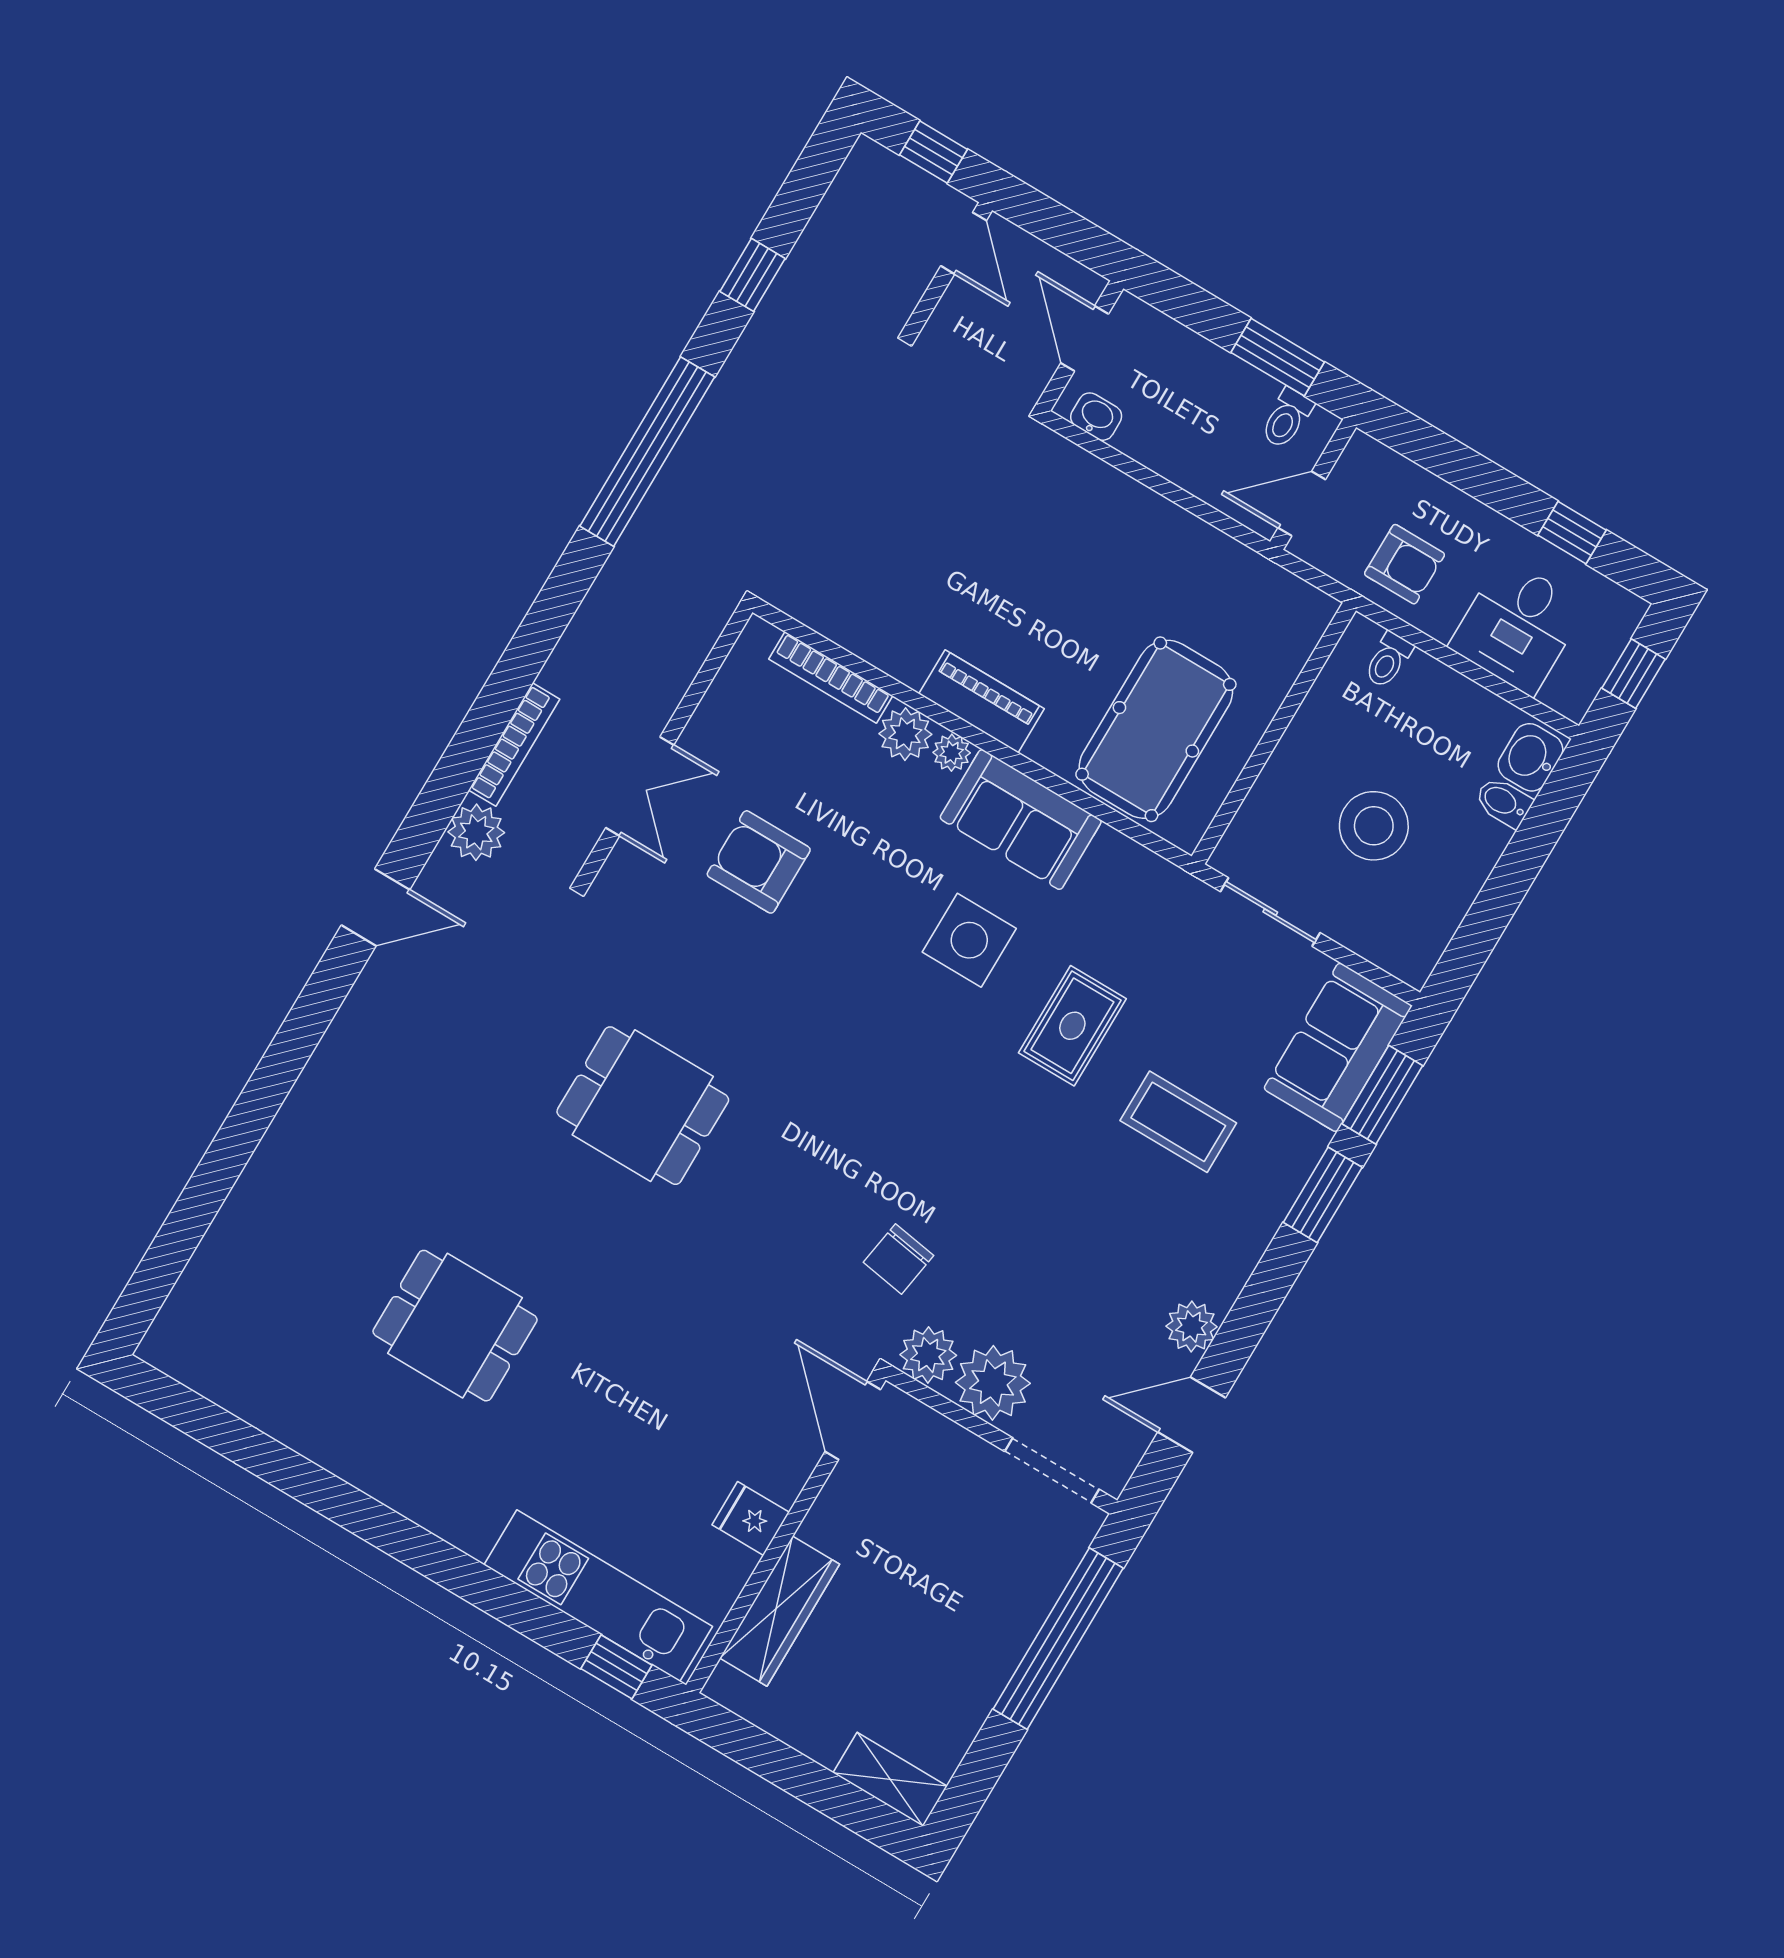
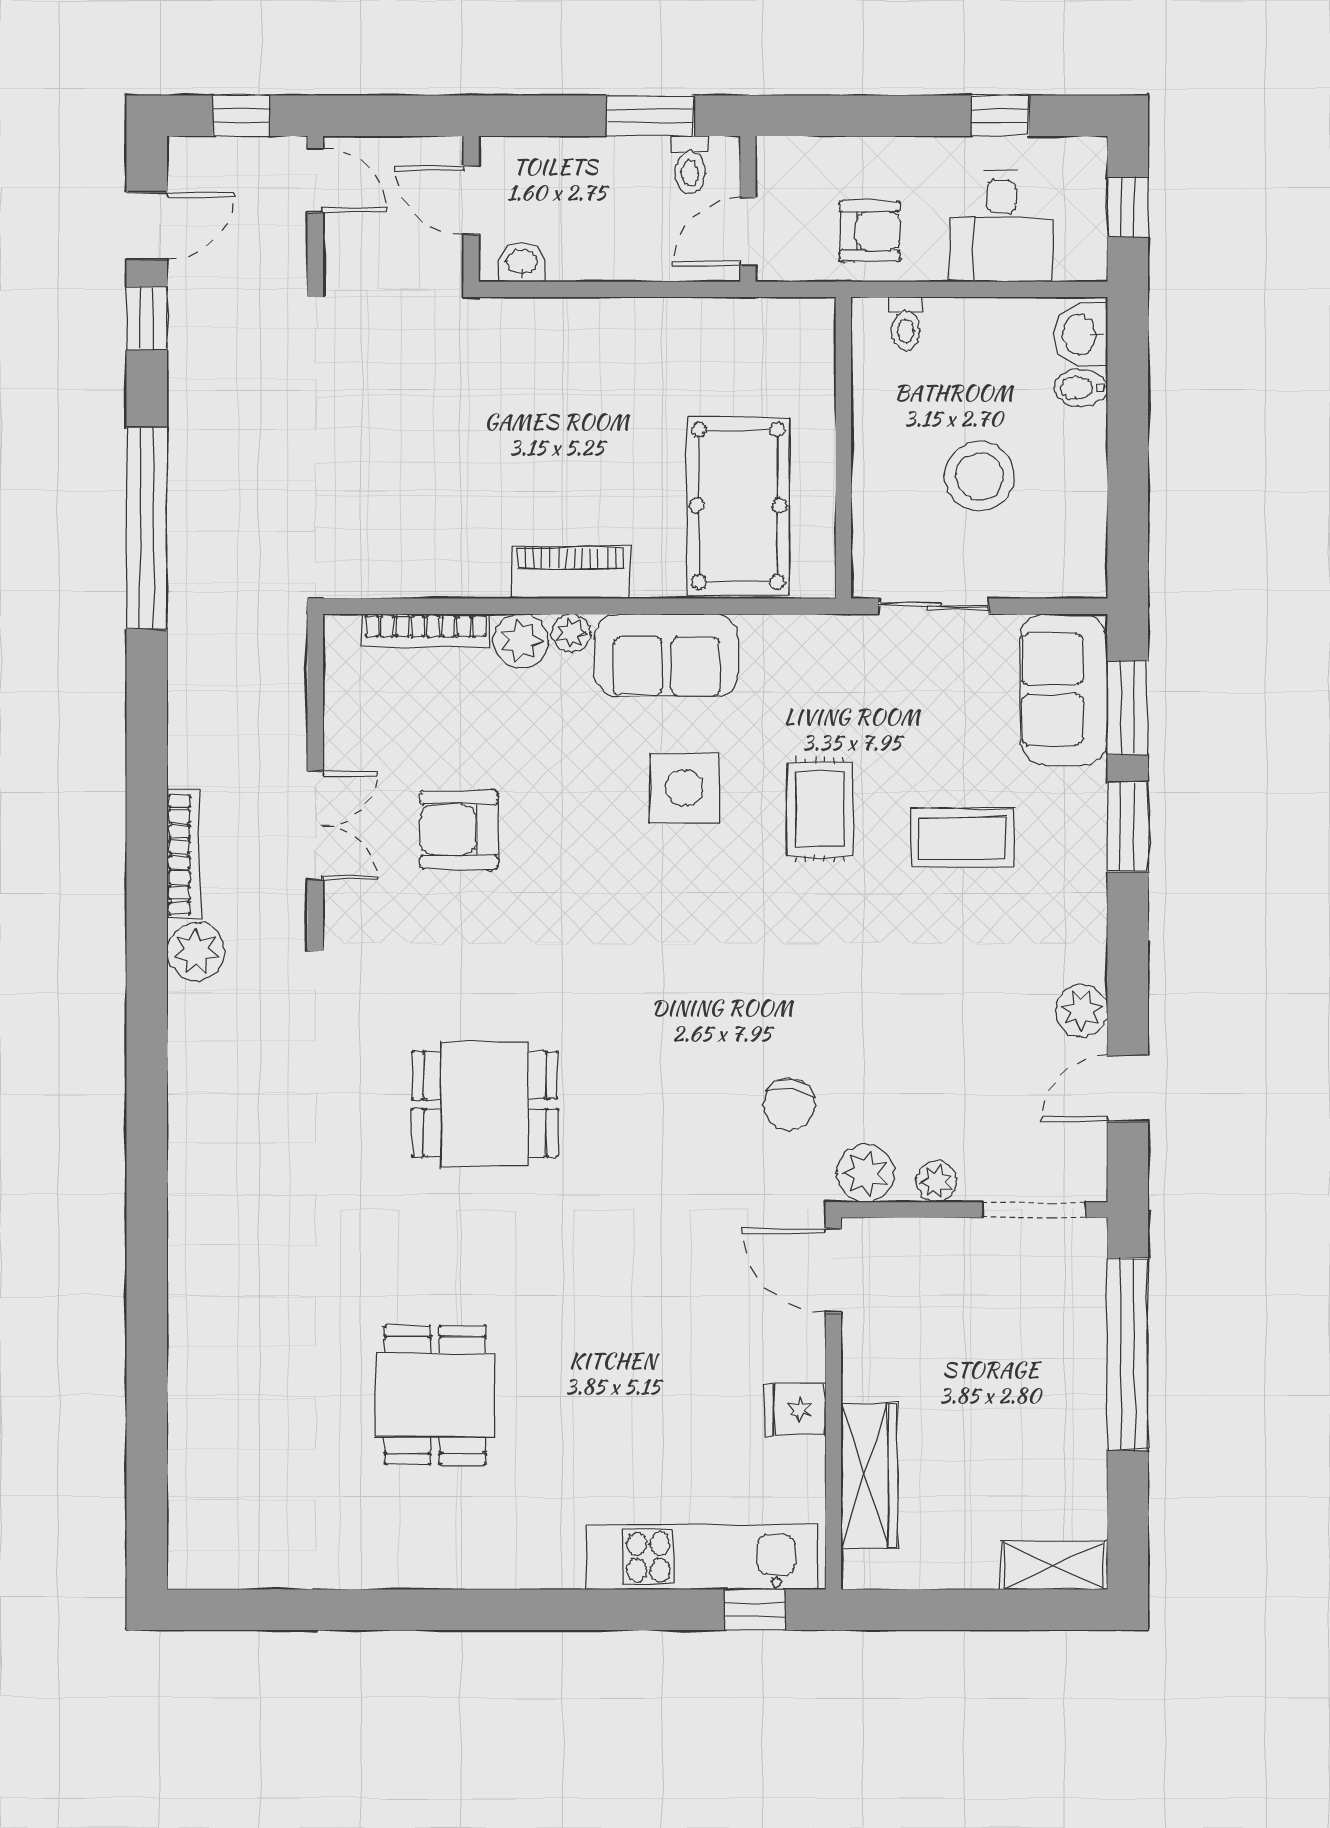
door: (375, 907) -> (147, 226), moved
dining table: (455, 1326) -> (435, 1395), turned 90
plant: (993, 1383) -> (937, 1182), width x0.53, depth x0.53

